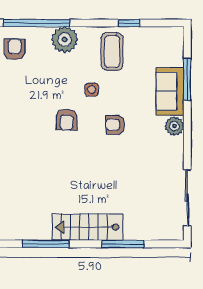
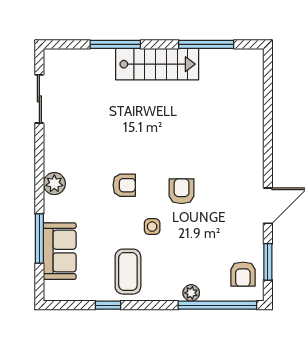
plant: (65, 40) -> (191, 293), width x0.53, depth x0.53
sofa: (170, 91) -> (60, 251), moved
sliding door: (187, 198) -> (39, 99), width x0.73

